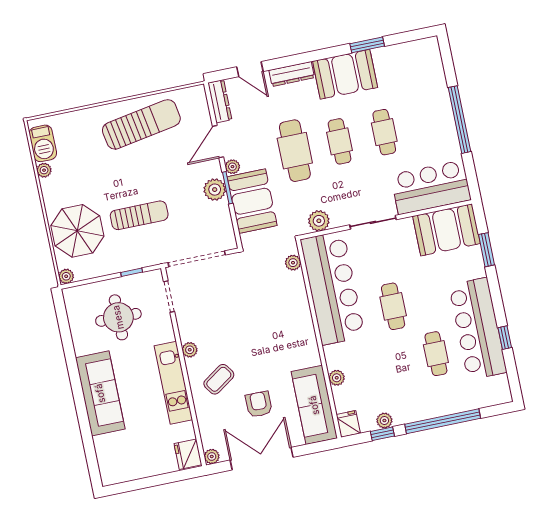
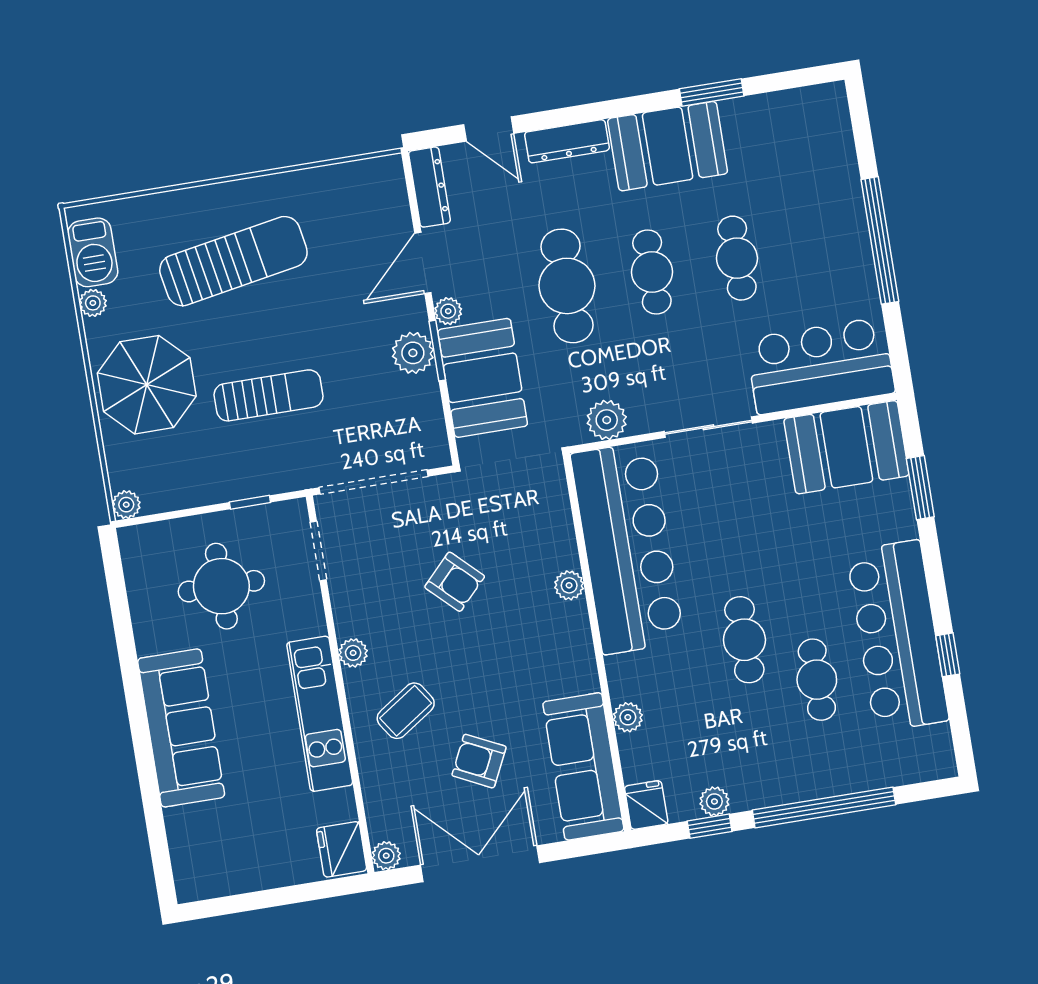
sun lounger: (141, 124) -> (233, 261), moved
parasol: (77, 231) -> (147, 385), moved
plant: (293, 263) -> (569, 585), moved
cafe table: (393, 306) -> (744, 640), moved
armchair: (242, 310) -> (455, 582), added
armchair: (259, 404) -> (479, 761), turned -64

